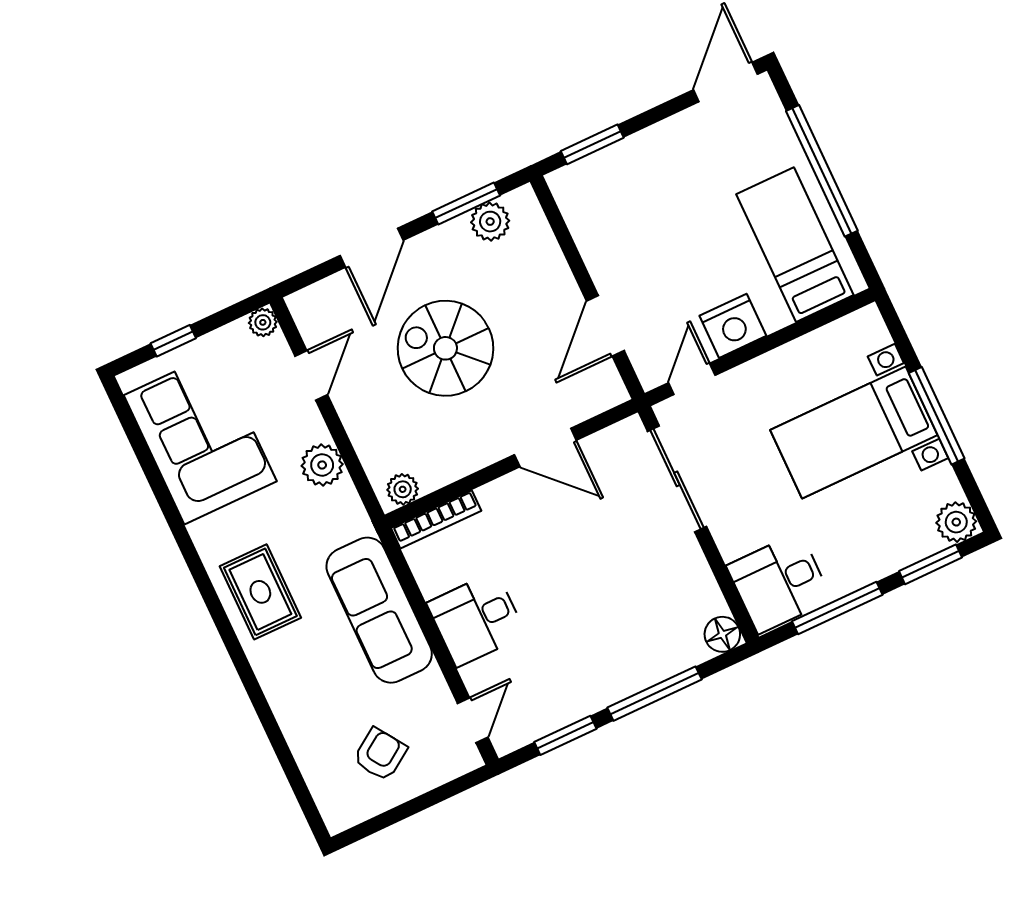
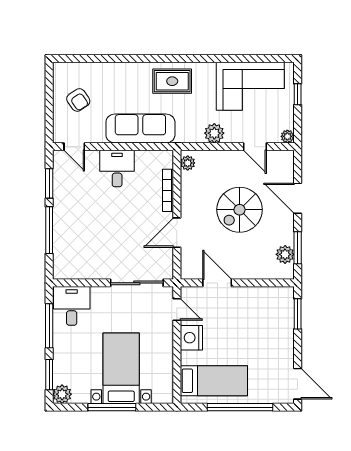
spiral stairs: (445, 348) -> (240, 210), turned 180
bookcase: (436, 519) -> (168, 190), moved
floor lamp: (722, 634) -> (61, 271), removed

